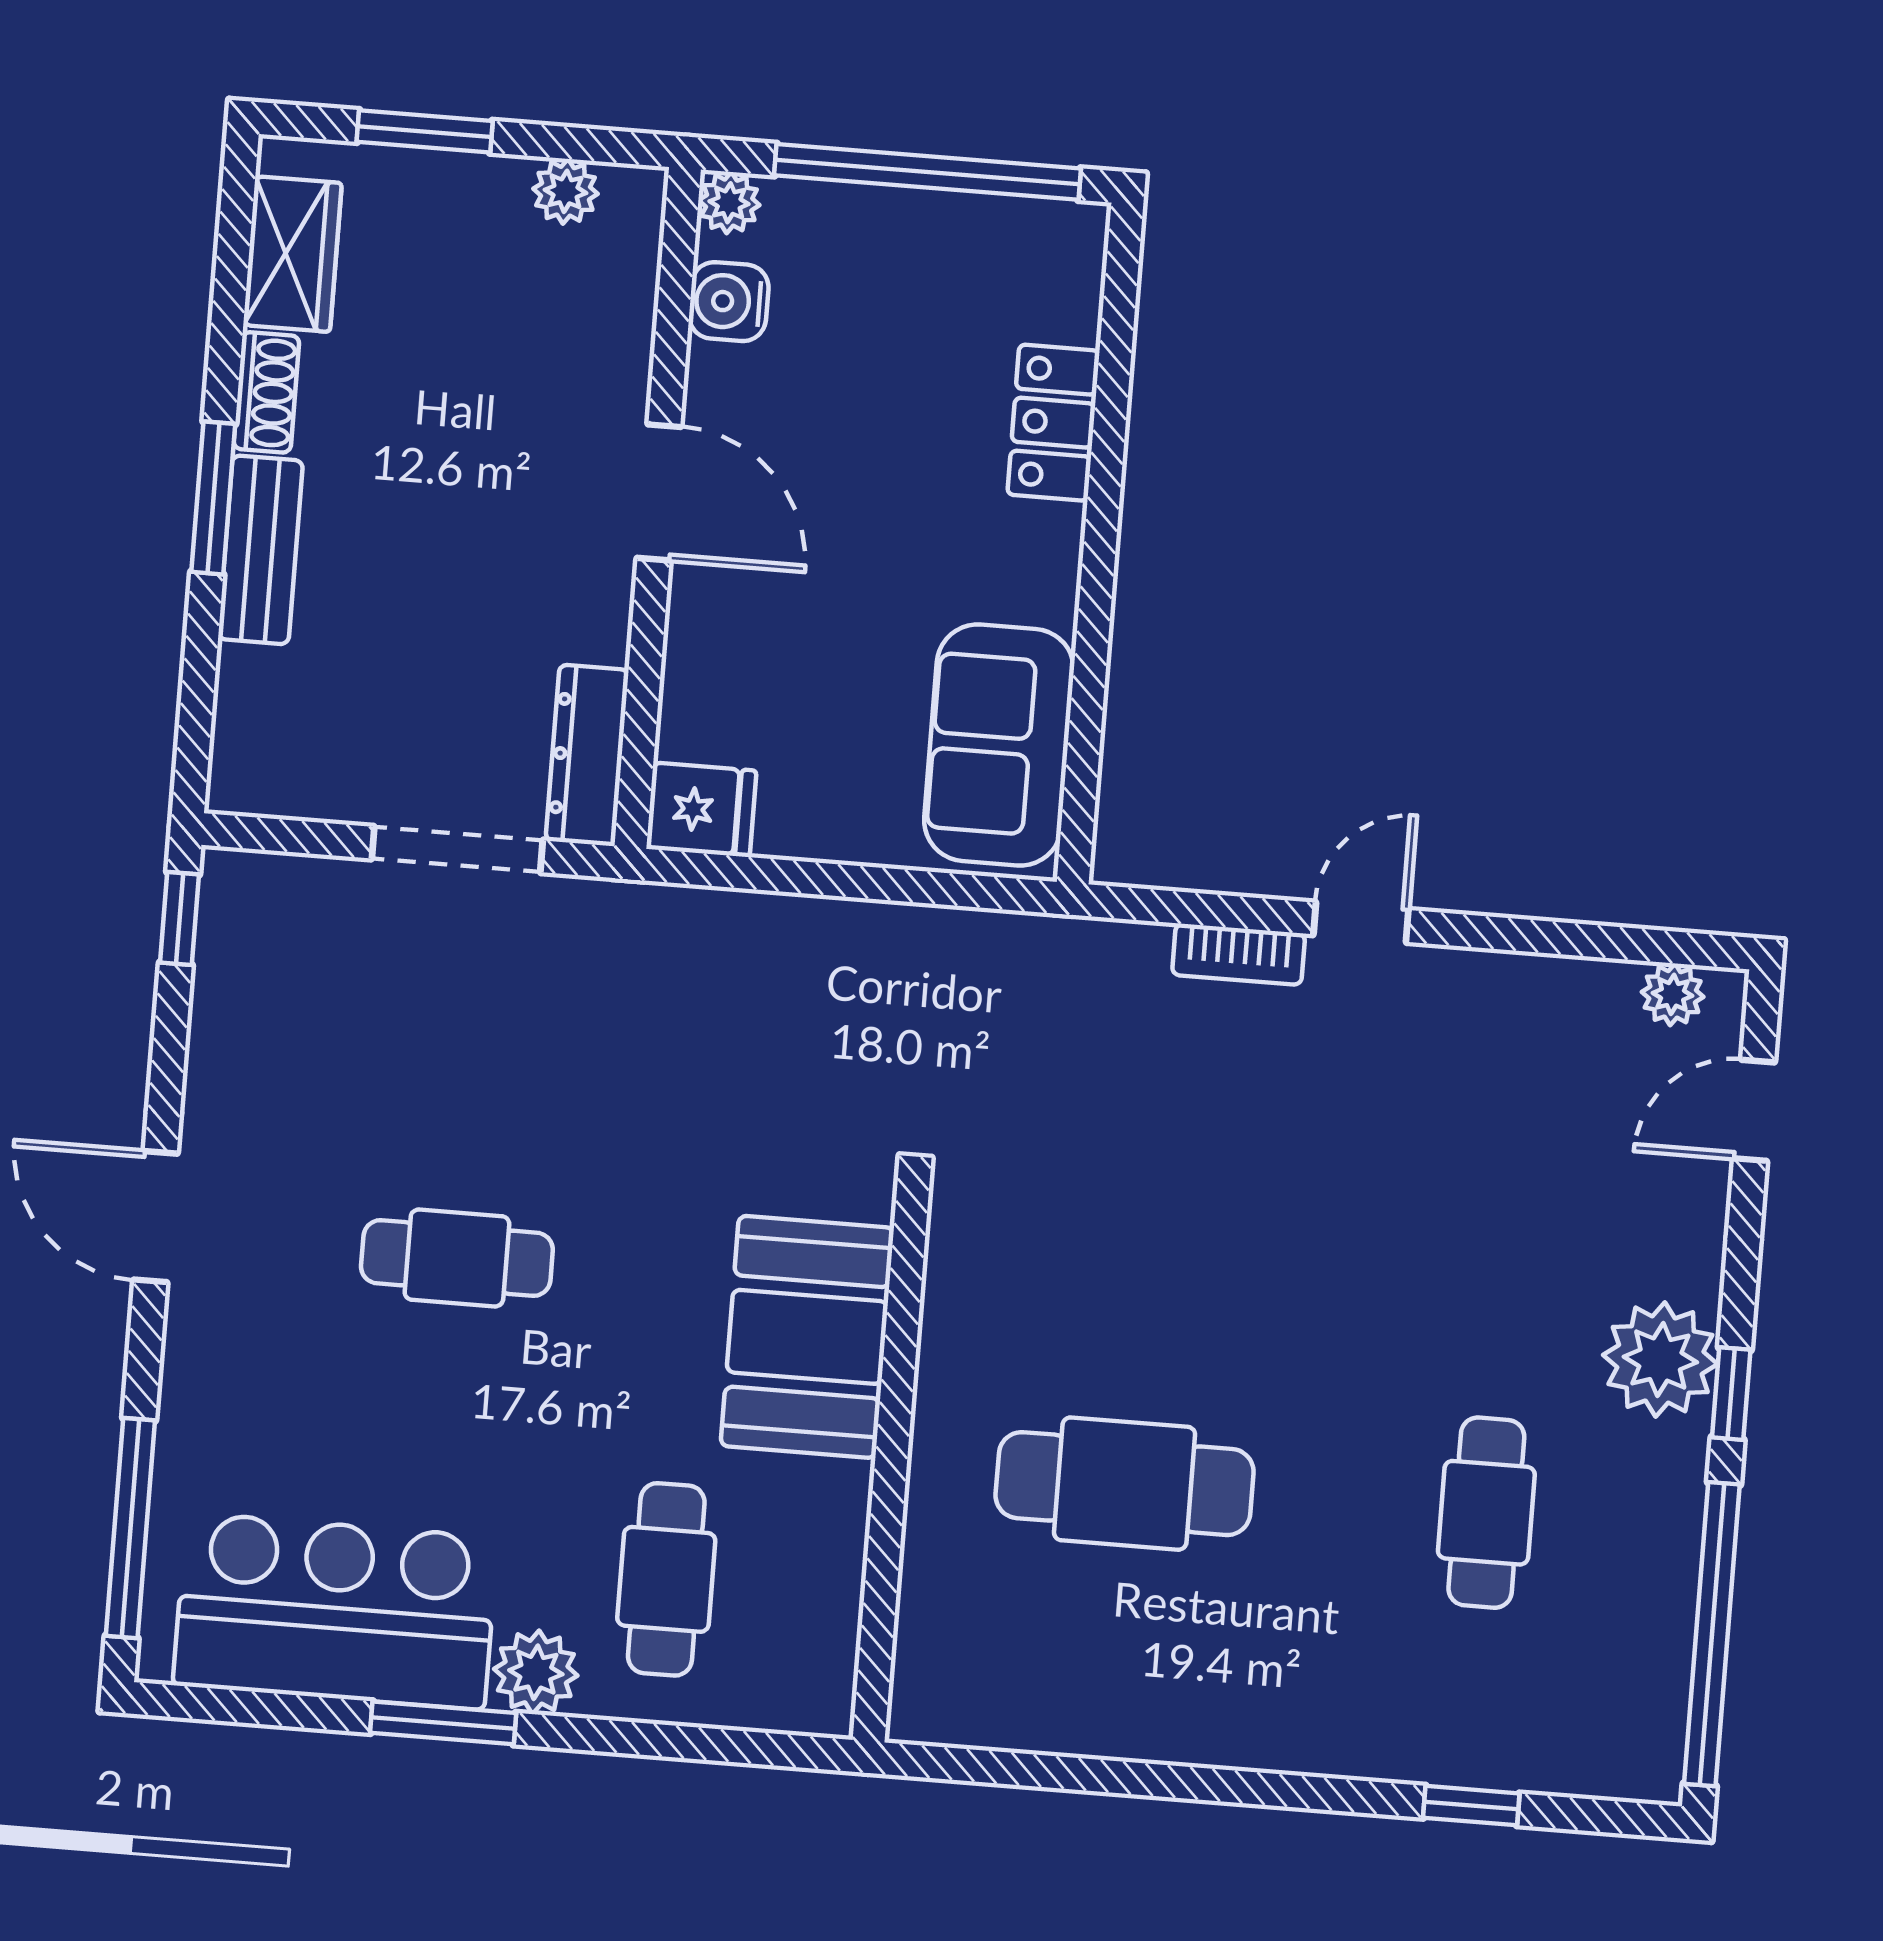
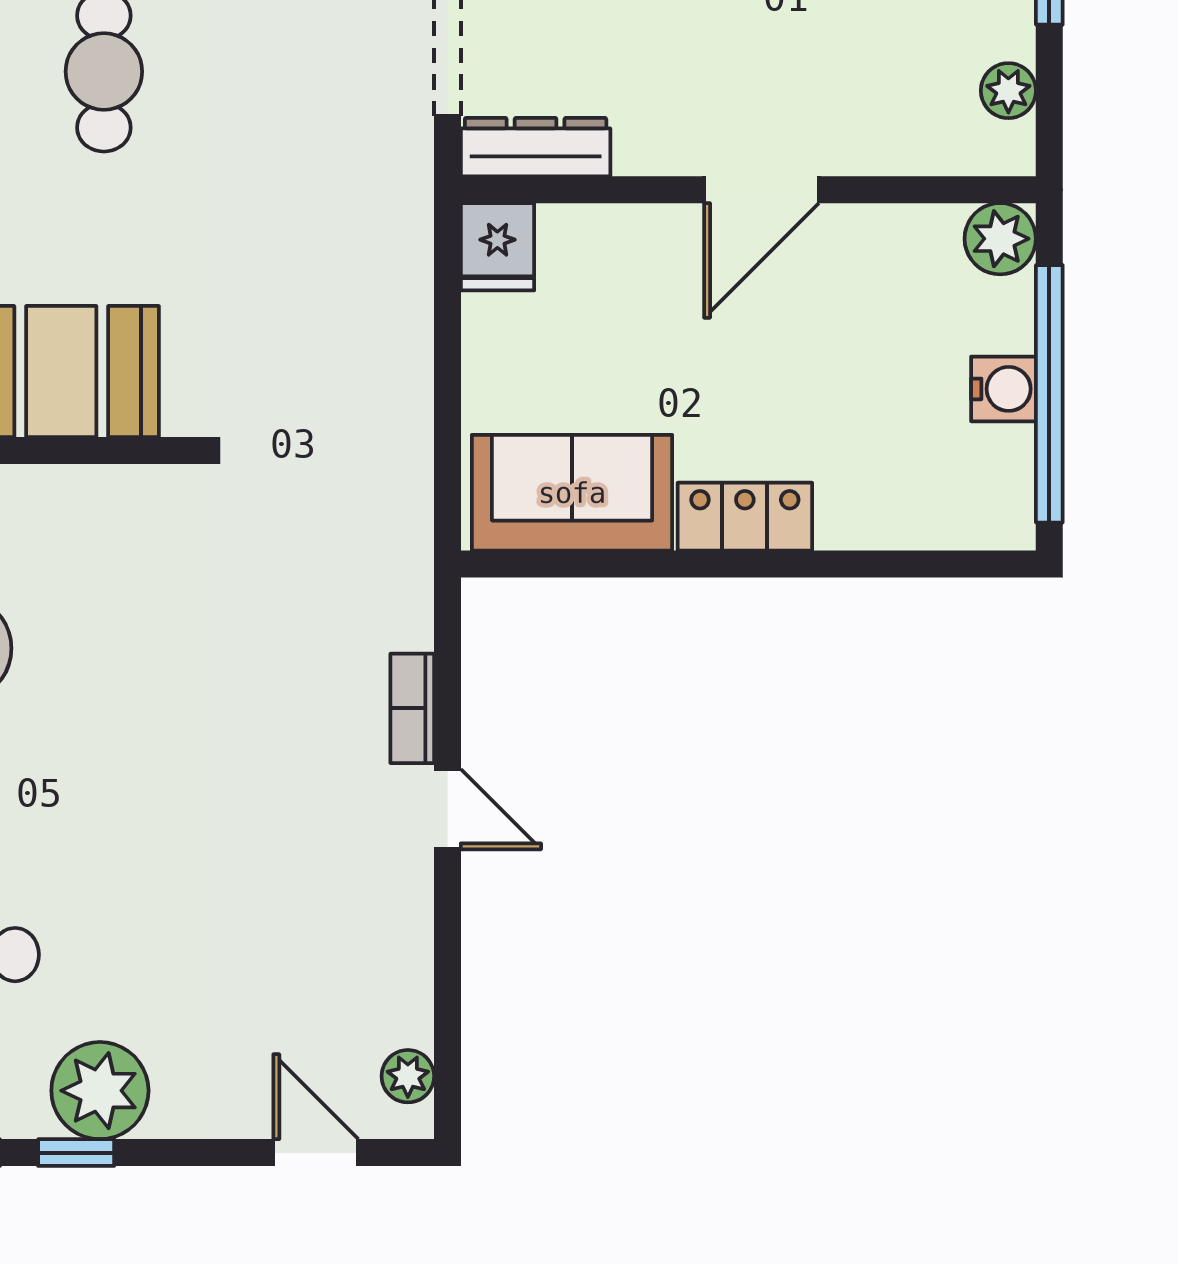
plant: (729, 203) -> (1000, 239), width x1.38, depth x1.38
water cooler: (729, 302) -> (1003, 389), moved, turned 90
locker: (1053, 423) -> (745, 517), moved

